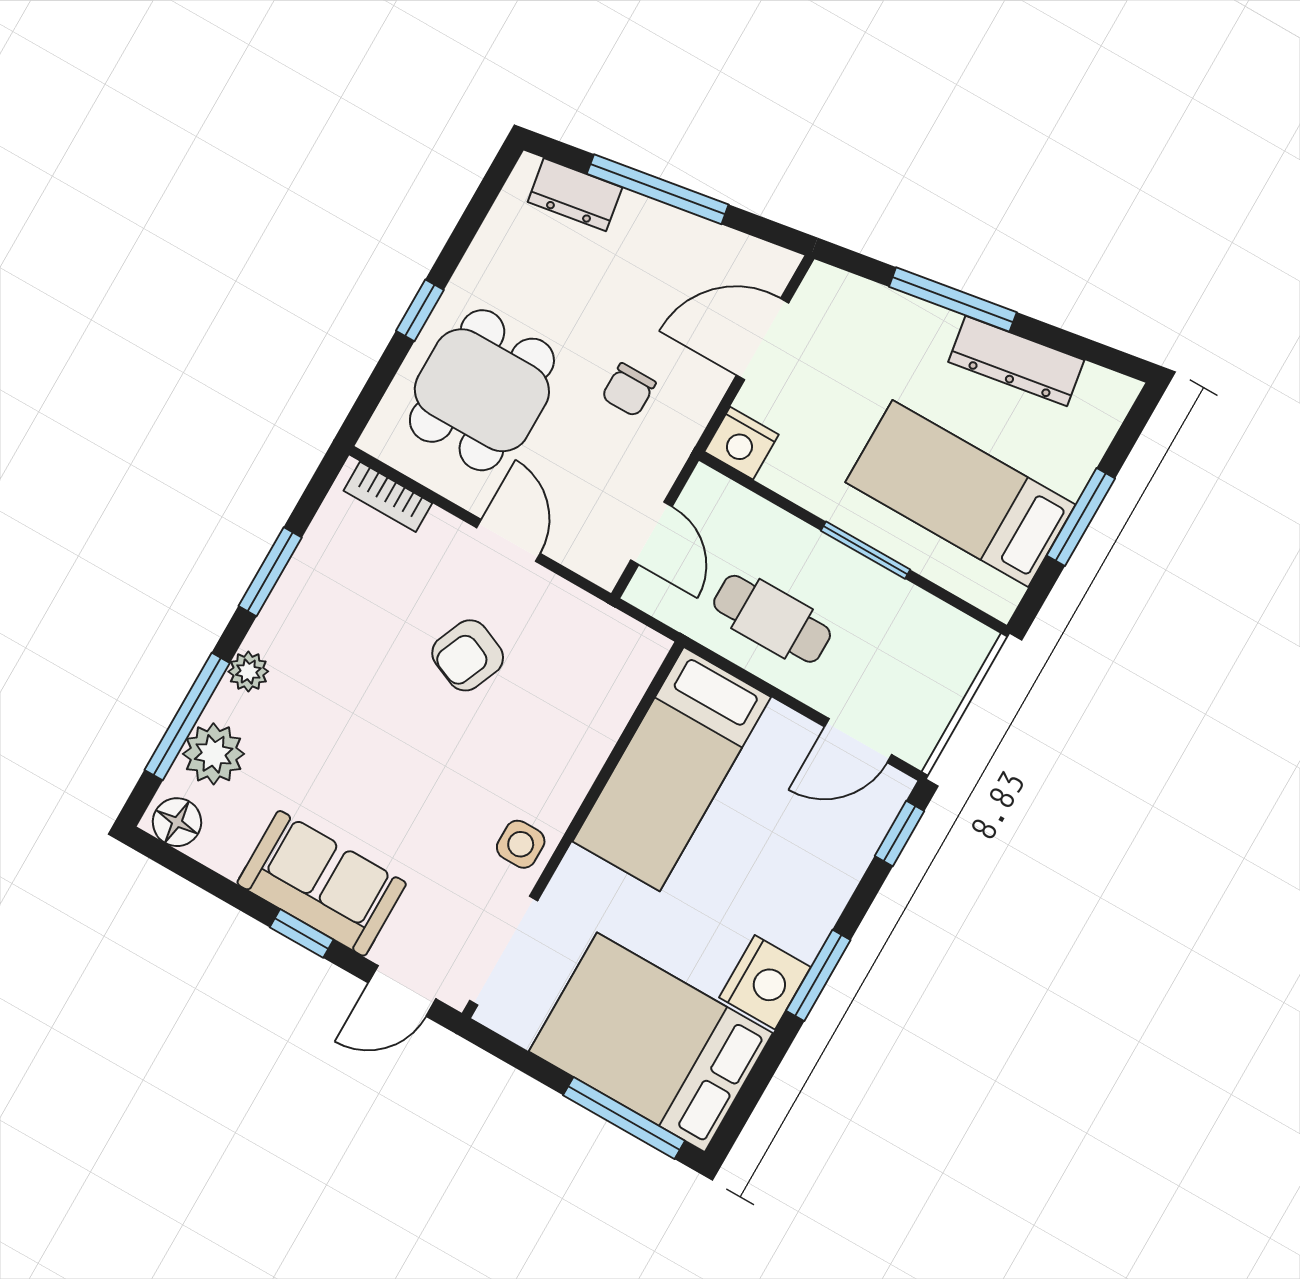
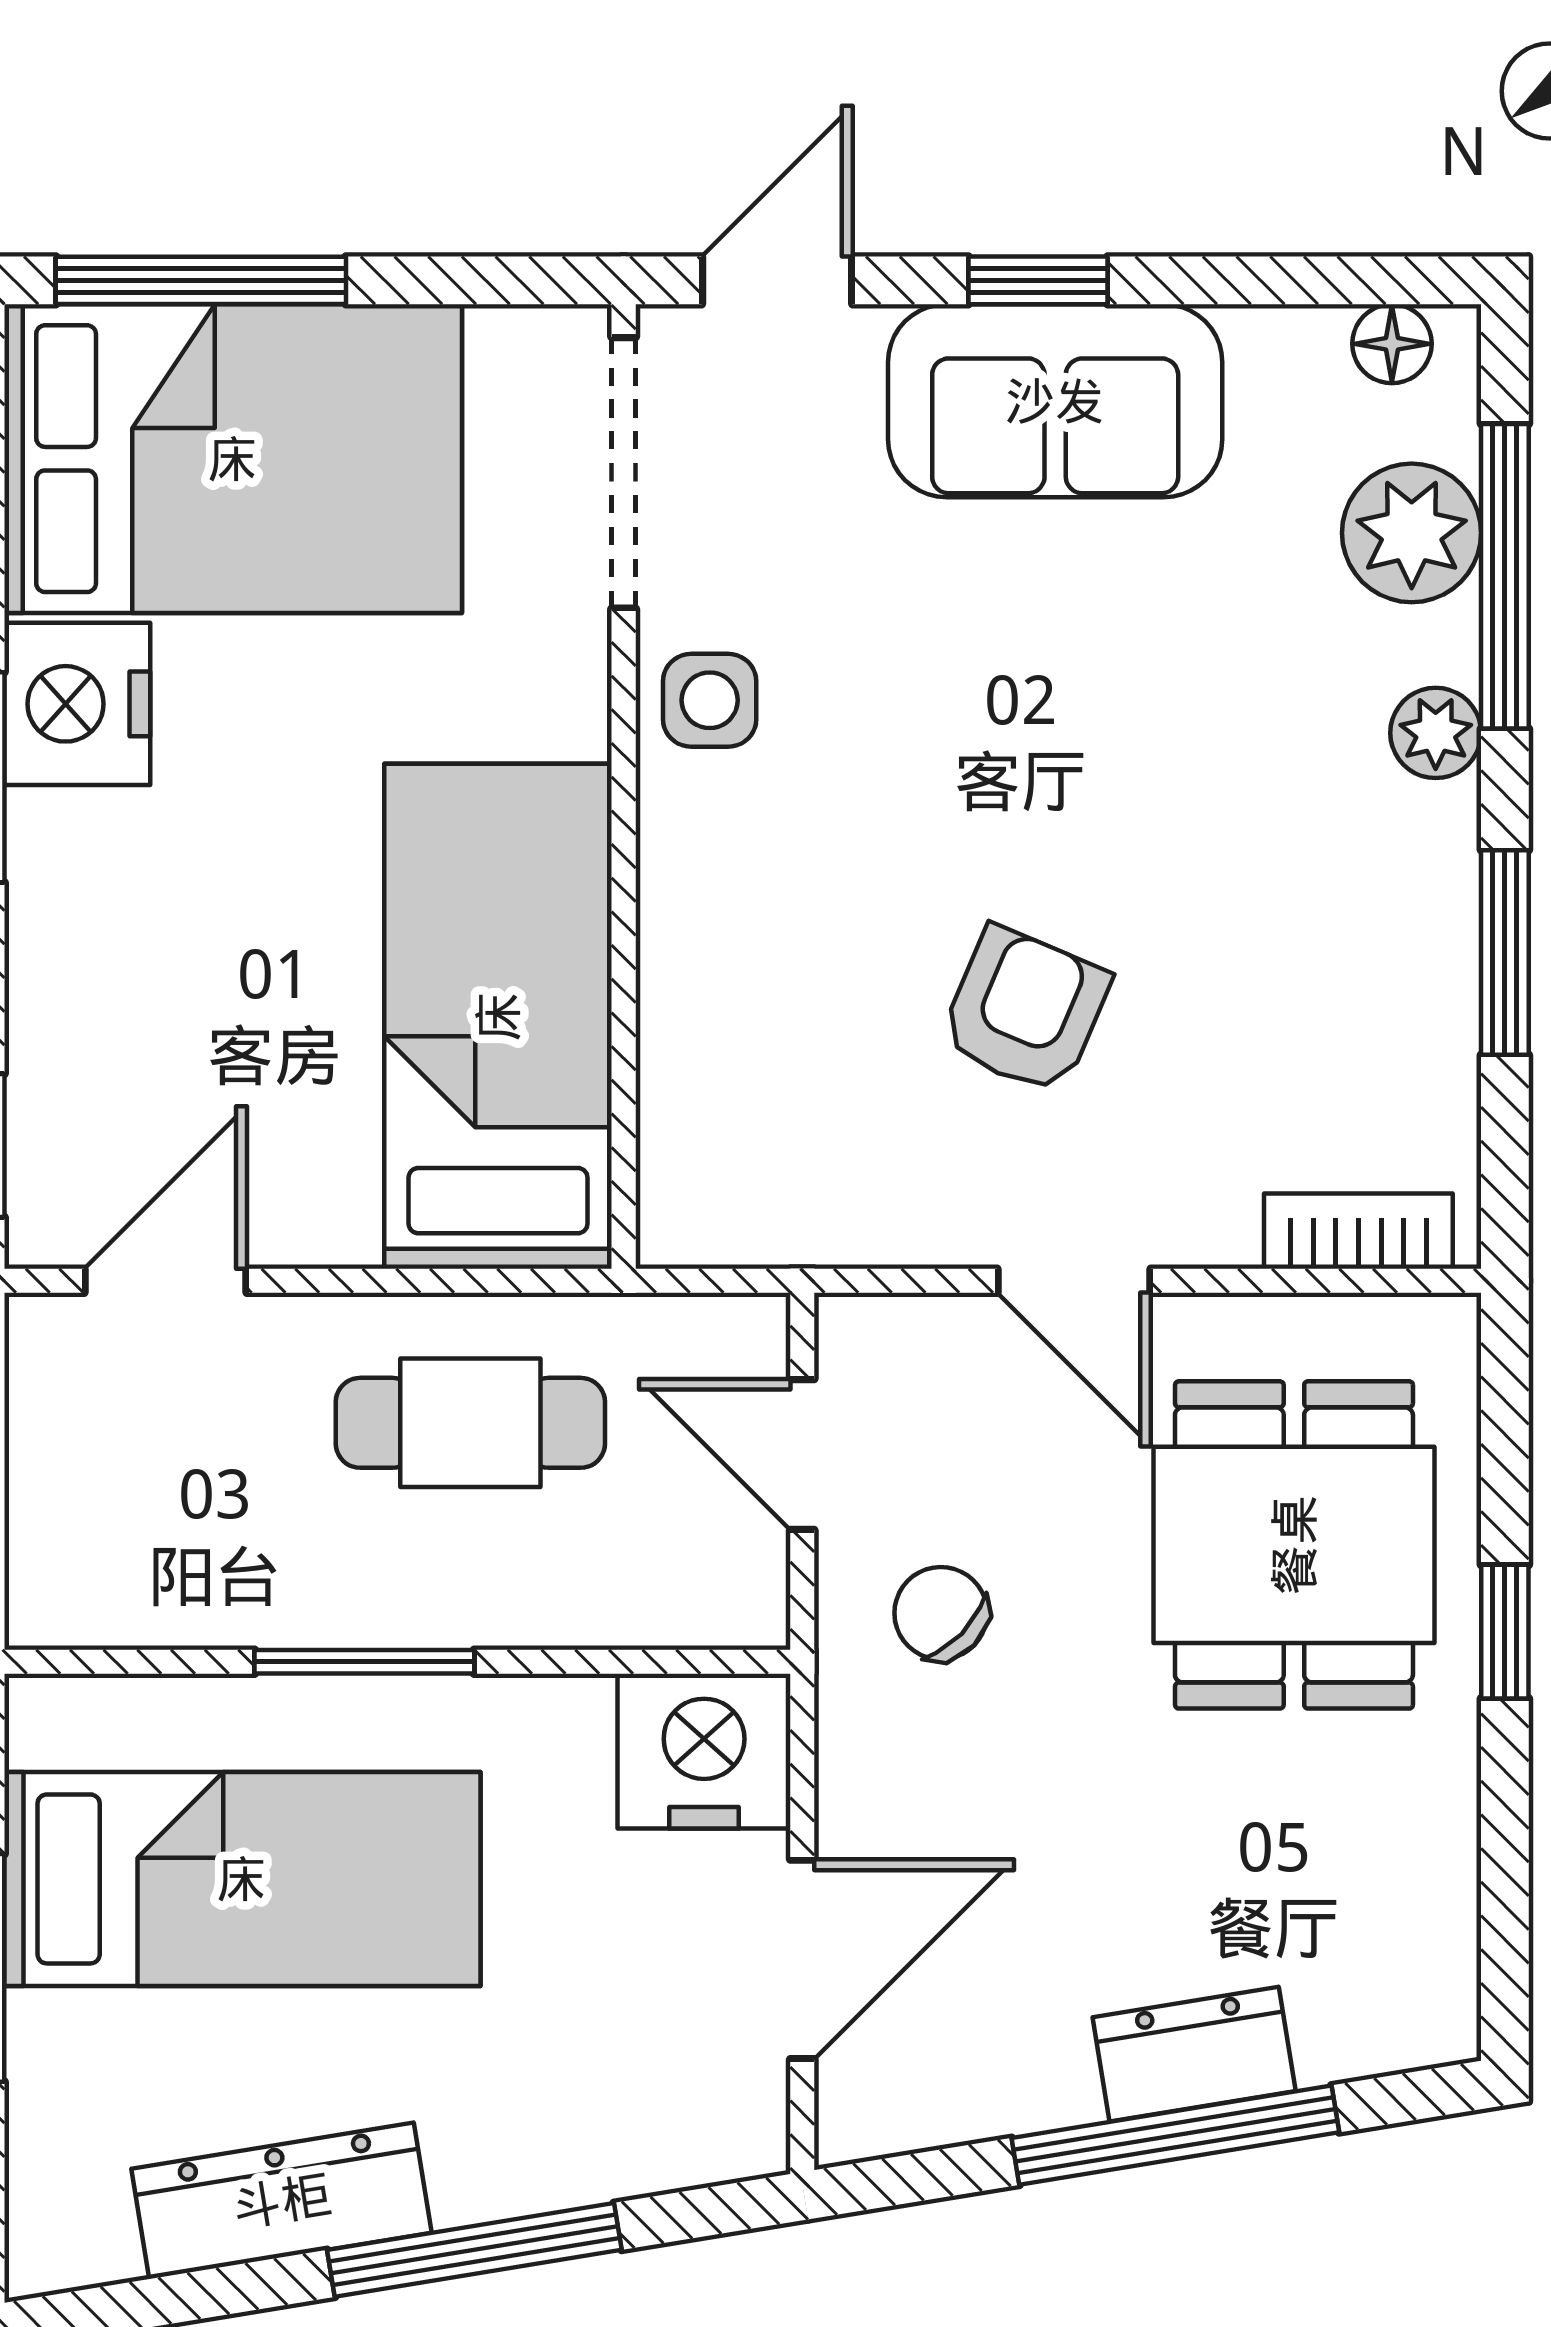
dresser: (575, 195) -> (1194, 2054), moved
chair: (629, 390) -> (941, 1613), moved, turned -46
nightstand: (741, 443) -> (704, 1751), width x1.36, depth x1.33
floor lamp: (177, 822) -> (1392, 344), width x0.73, depth x0.73

